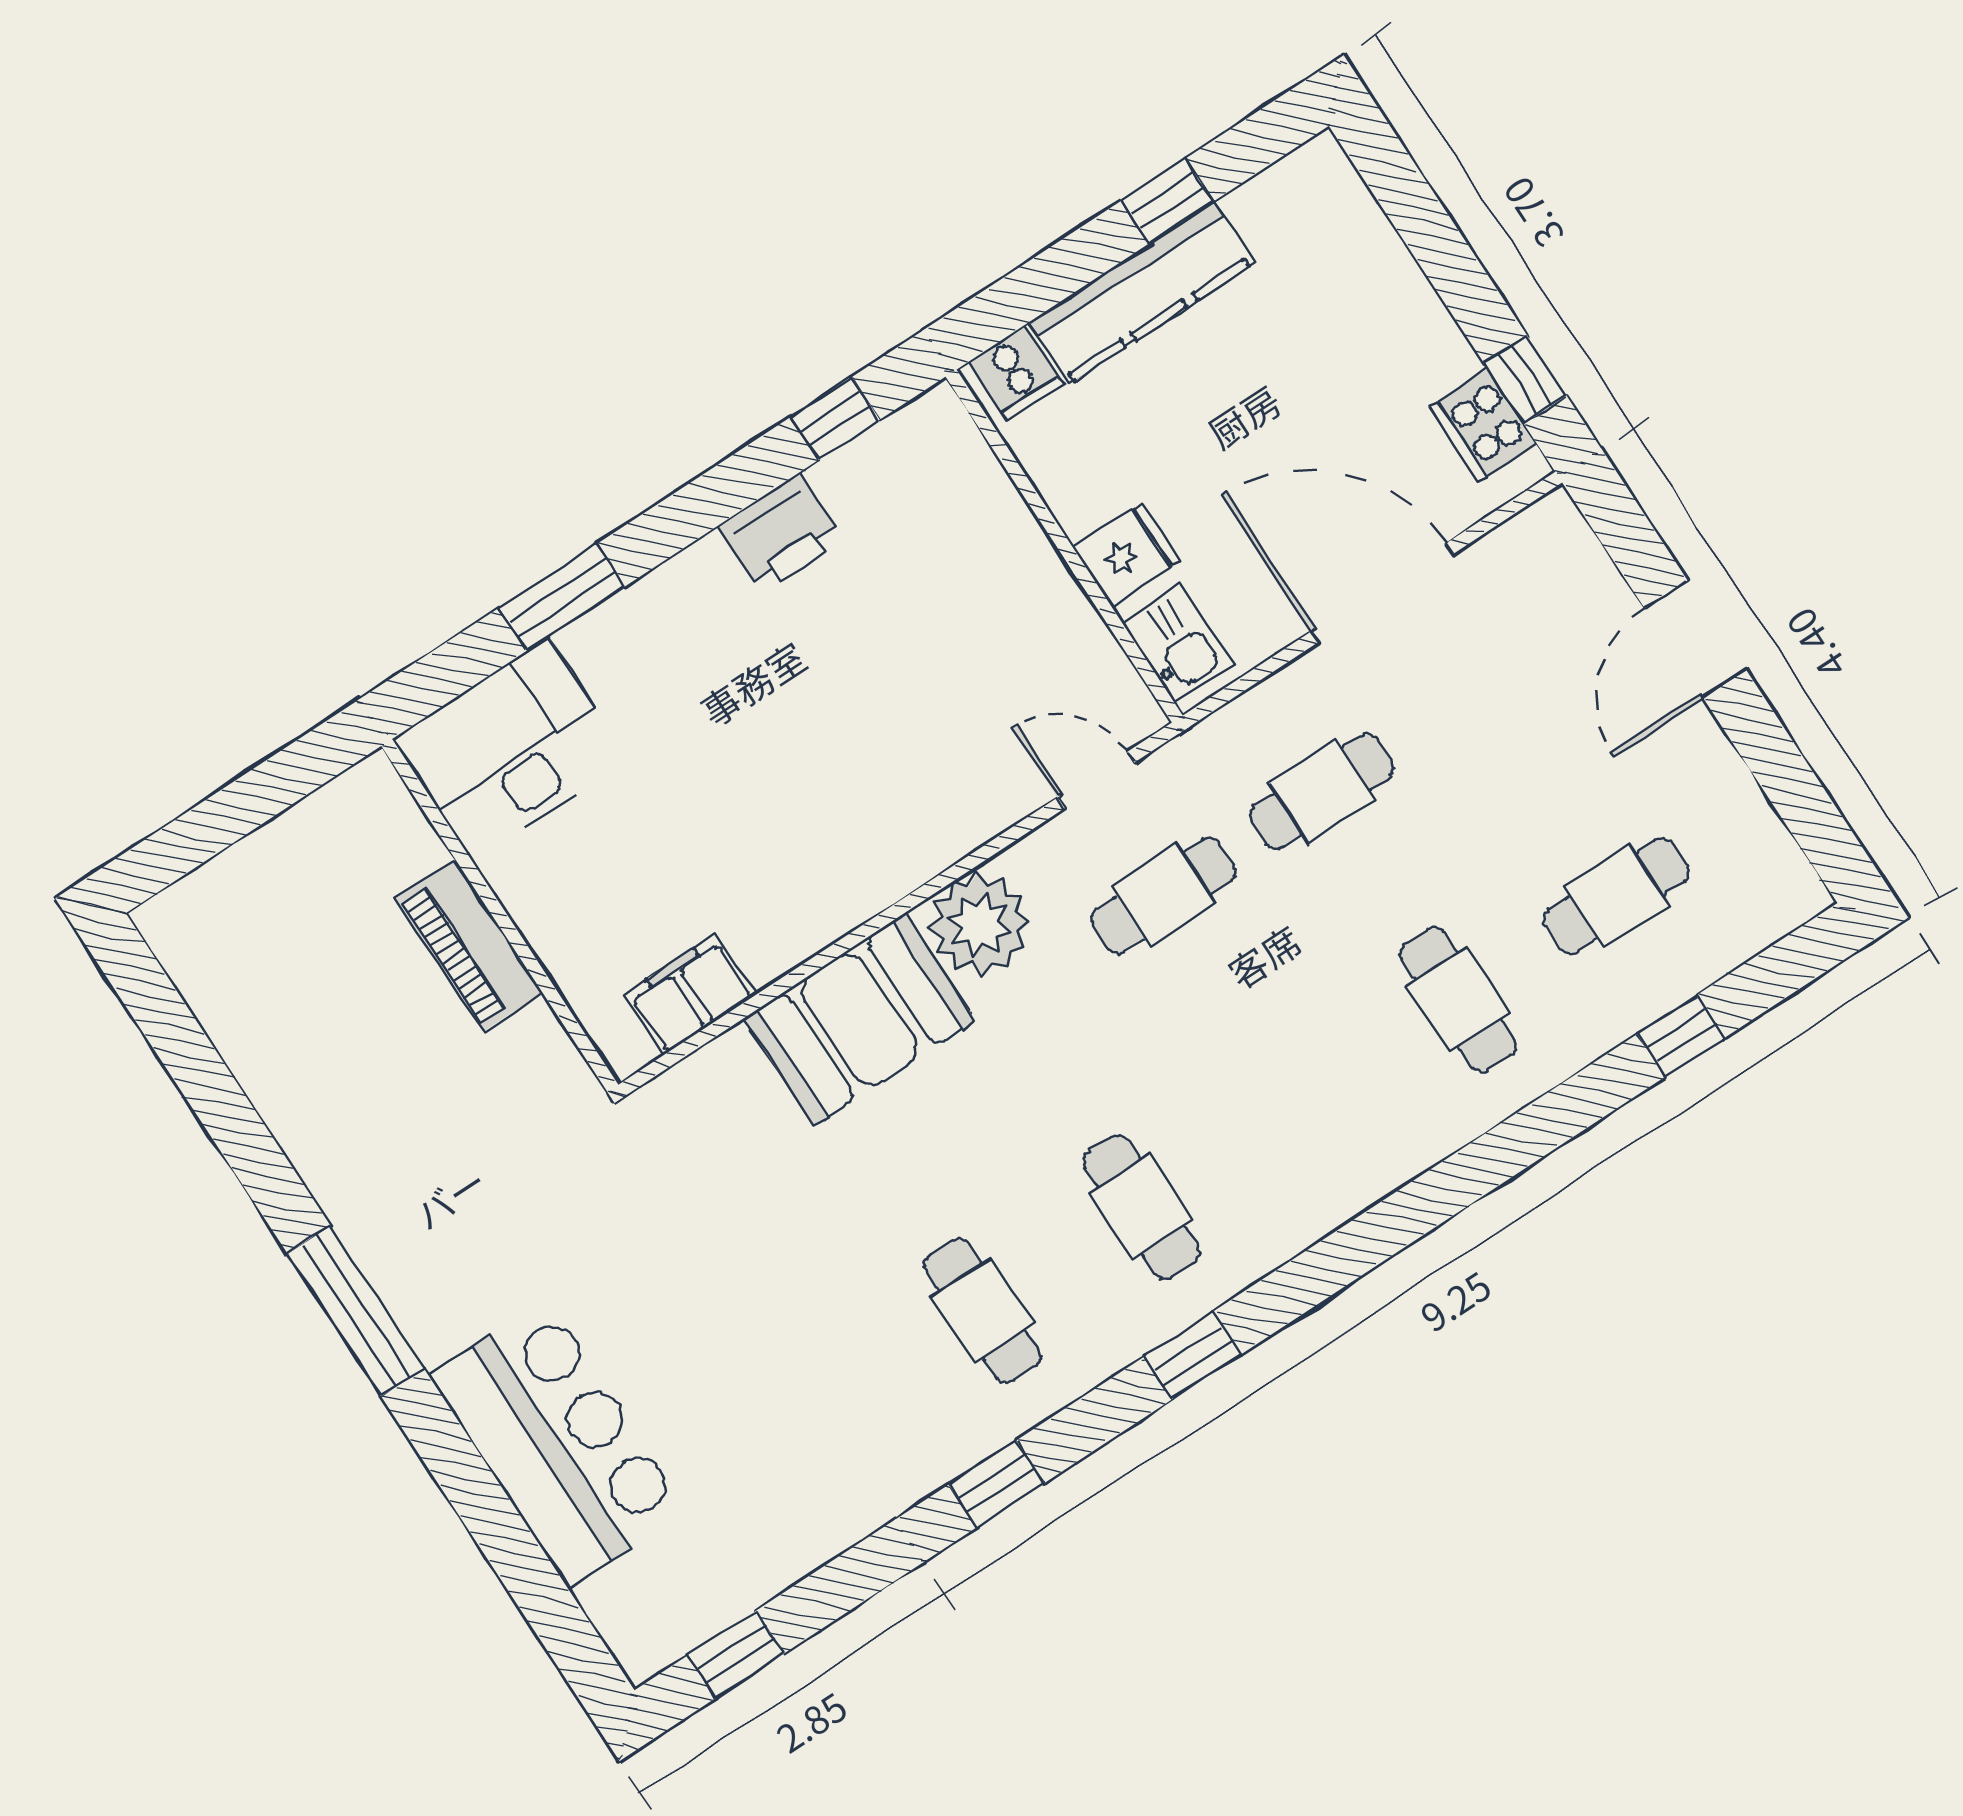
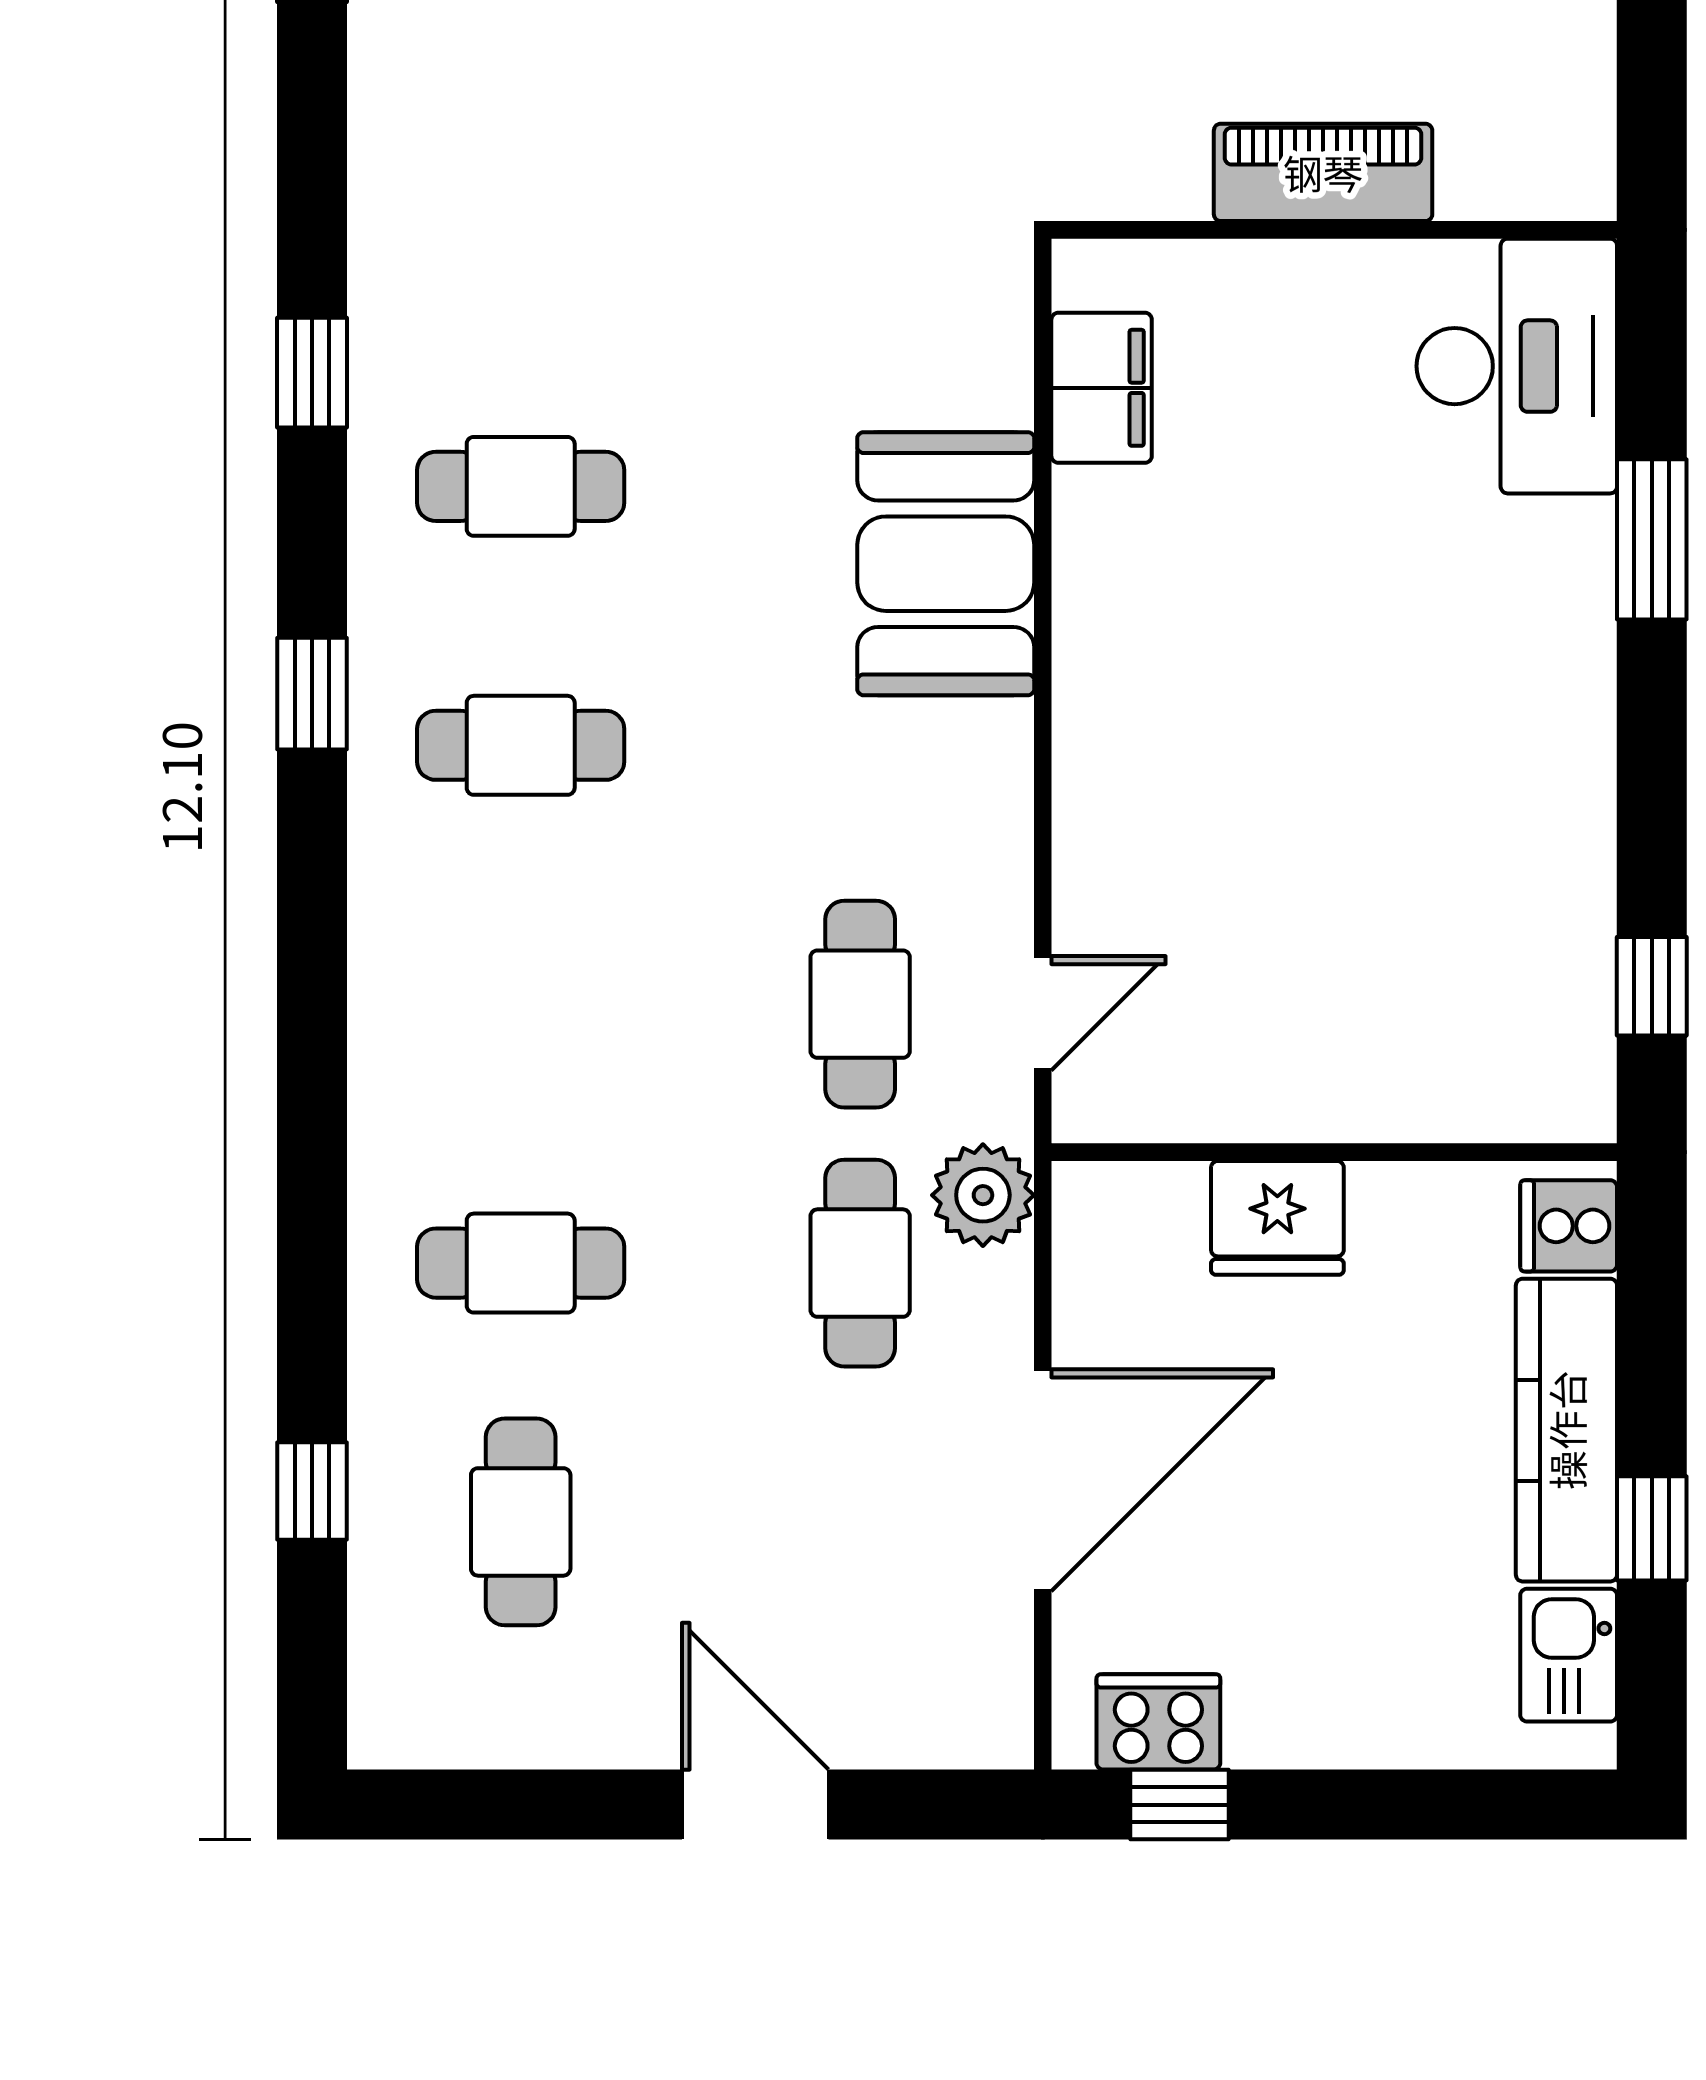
printer: (780, 533) -> (1561, 837), removed
fridge: (1127, 555) -> (1277, 1218), width x1.38
kitchen sink: (1178, 644) -> (1569, 1655), moved, turned 90
plant: (980, 925) -> (983, 1195), moved, width x0.73, depth x0.73

